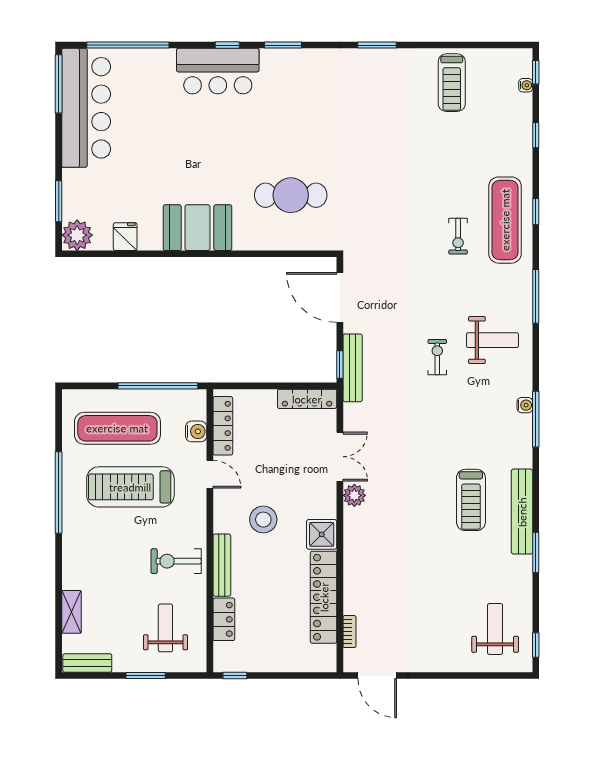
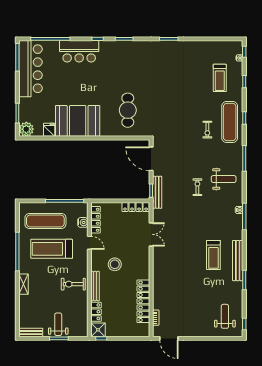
bar counter: (218, 71) -> (79, 51), moved
treadmill: (452, 83) -> (220, 78), moved
cafe table: (291, 195) -> (128, 110), turned 90
booth: (198, 228) -> (78, 121), width x1.36, depth x1.42
plant: (354, 495) -> (158, 253), removed
shower: (322, 534) -> (98, 330), moved
shelving: (72, 612) -> (24, 284), moved
weight bench: (165, 628) -> (58, 324), moved

